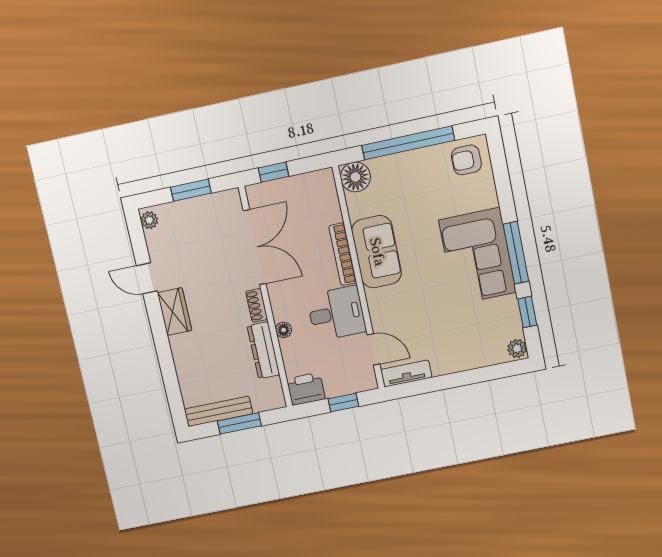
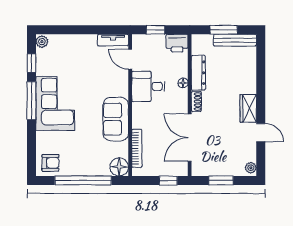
bookcase: (343, 254) -> (137, 148), moved

